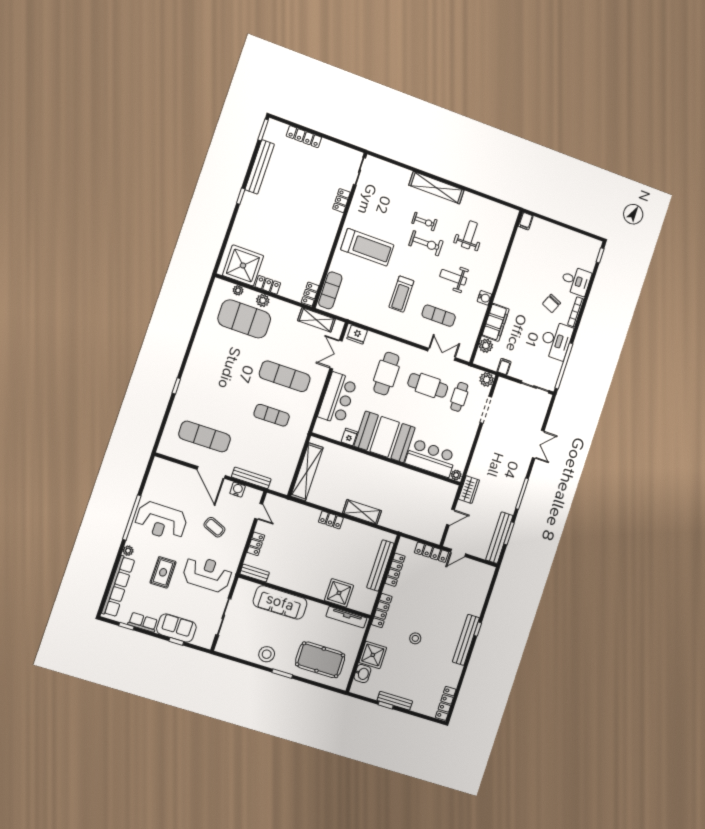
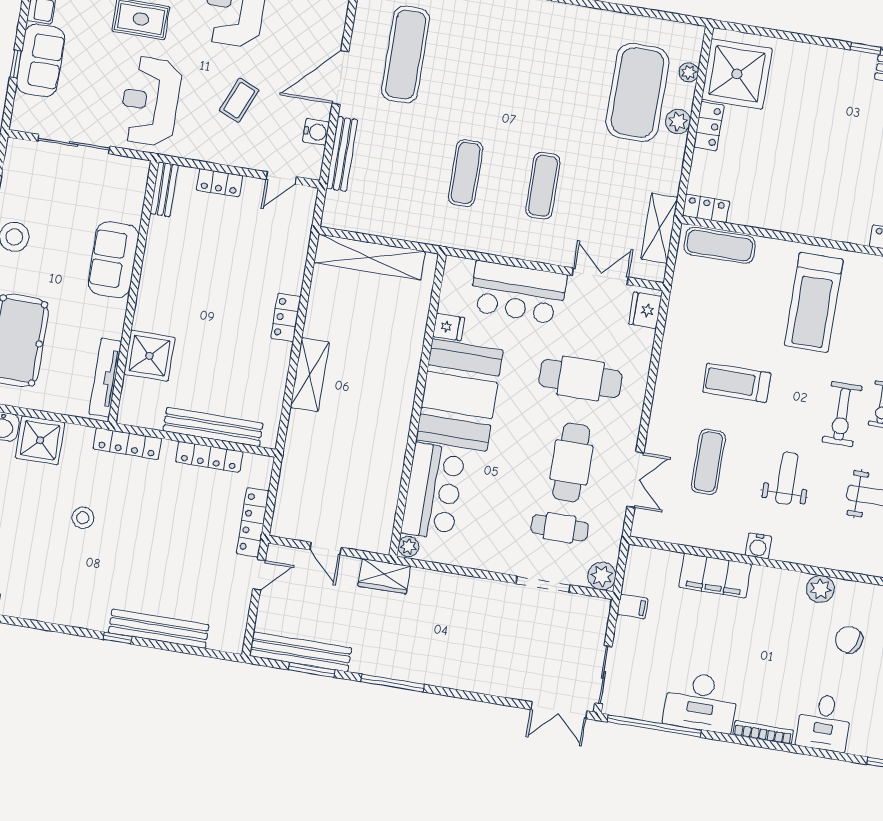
chair: (551, 303) -> (849, 640), moved
plant: (486, 346) -> (820, 589), moved
exercise mat: (285, 376) -> (543, 186), width x0.73, depth x0.69
double door: (538, 444) -> (559, 710), moved
door: (458, 553) -> (259, 575), swing flipped
reception desk: (207, 574) -> (150, 101), turned 180
sofa: (280, 602) -> (113, 260), width x0.73
bench: (466, 640) -> (159, 629), moved

